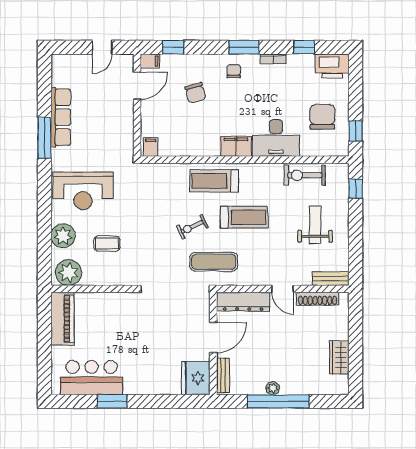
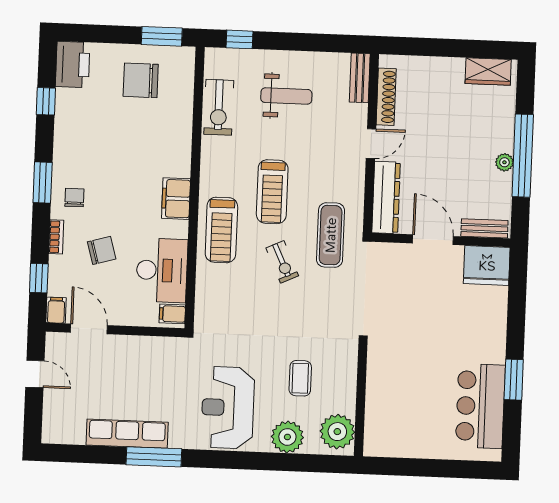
bookcase: (273, 59) -> (56, 237), moved
chair: (234, 71) -> (74, 198), turned 90
window: (356, 131) -> (162, 36), width x1.50
desk: (276, 138) -> (162, 270), moved
reception desk: (83, 191) -> (228, 408), turned 180
treadmill: (244, 217) -> (272, 192), turned 180
weight bench: (315, 225) -> (286, 96), turned 180
piano: (63, 319) -> (399, 442), removed
wardrobe: (339, 358) -> (488, 71), moved

